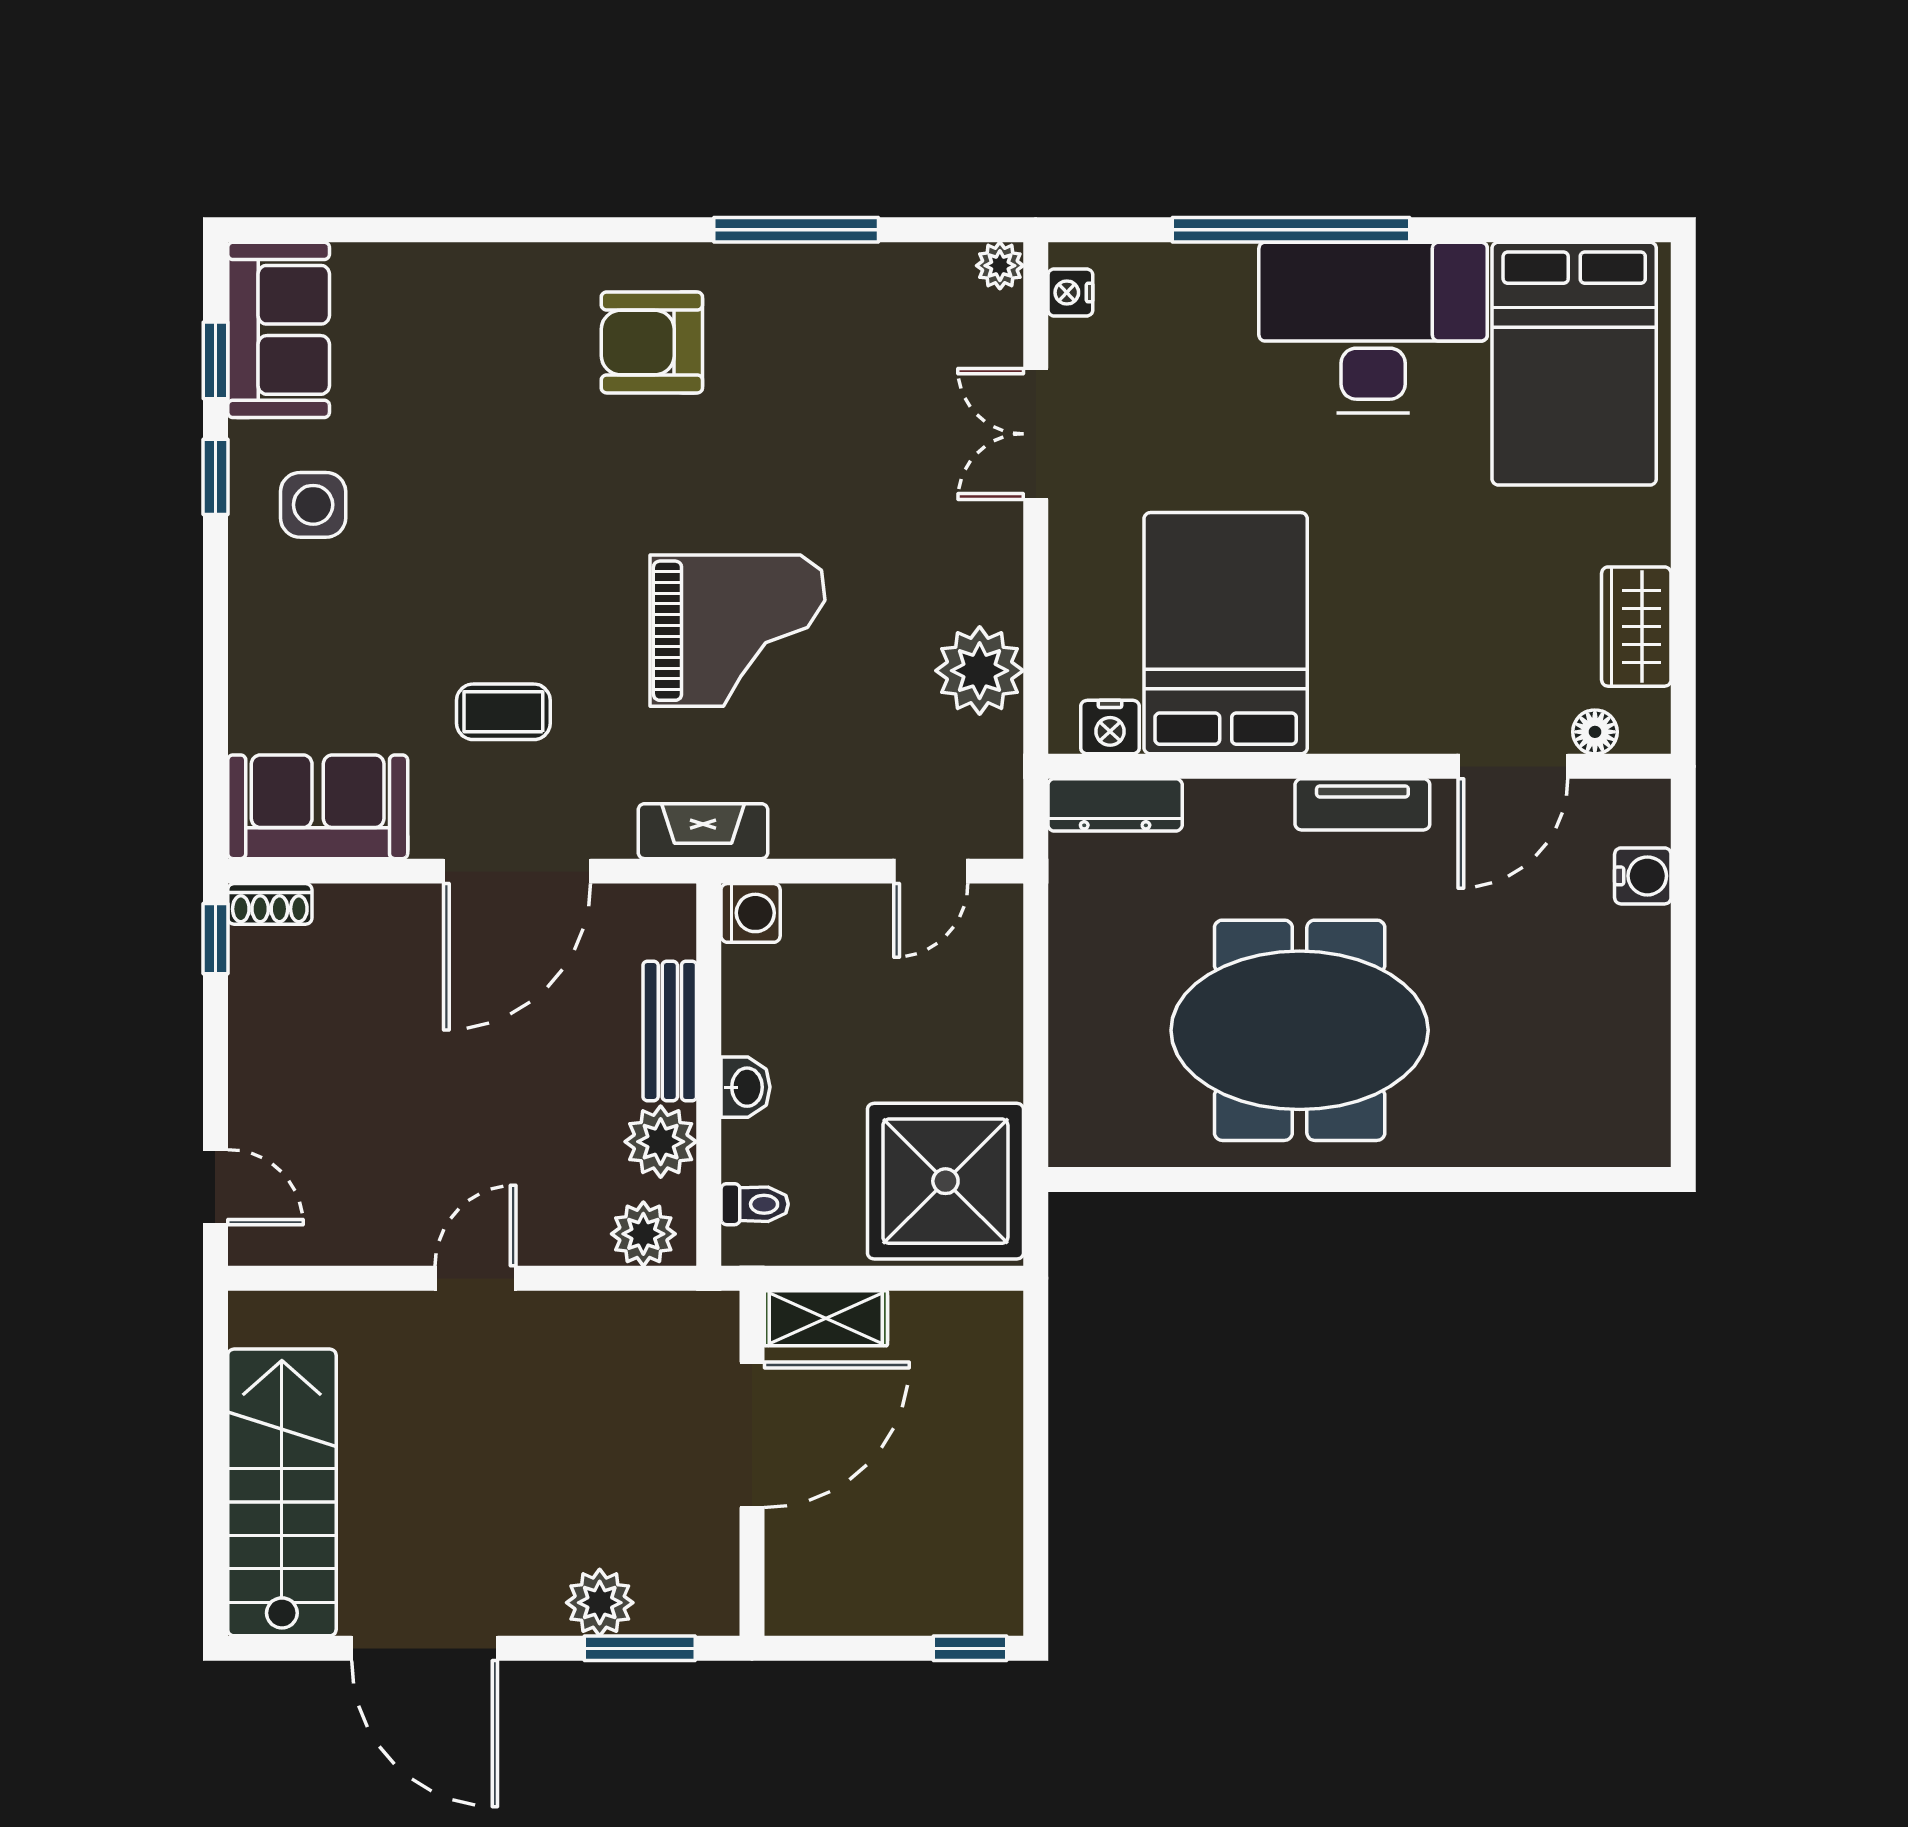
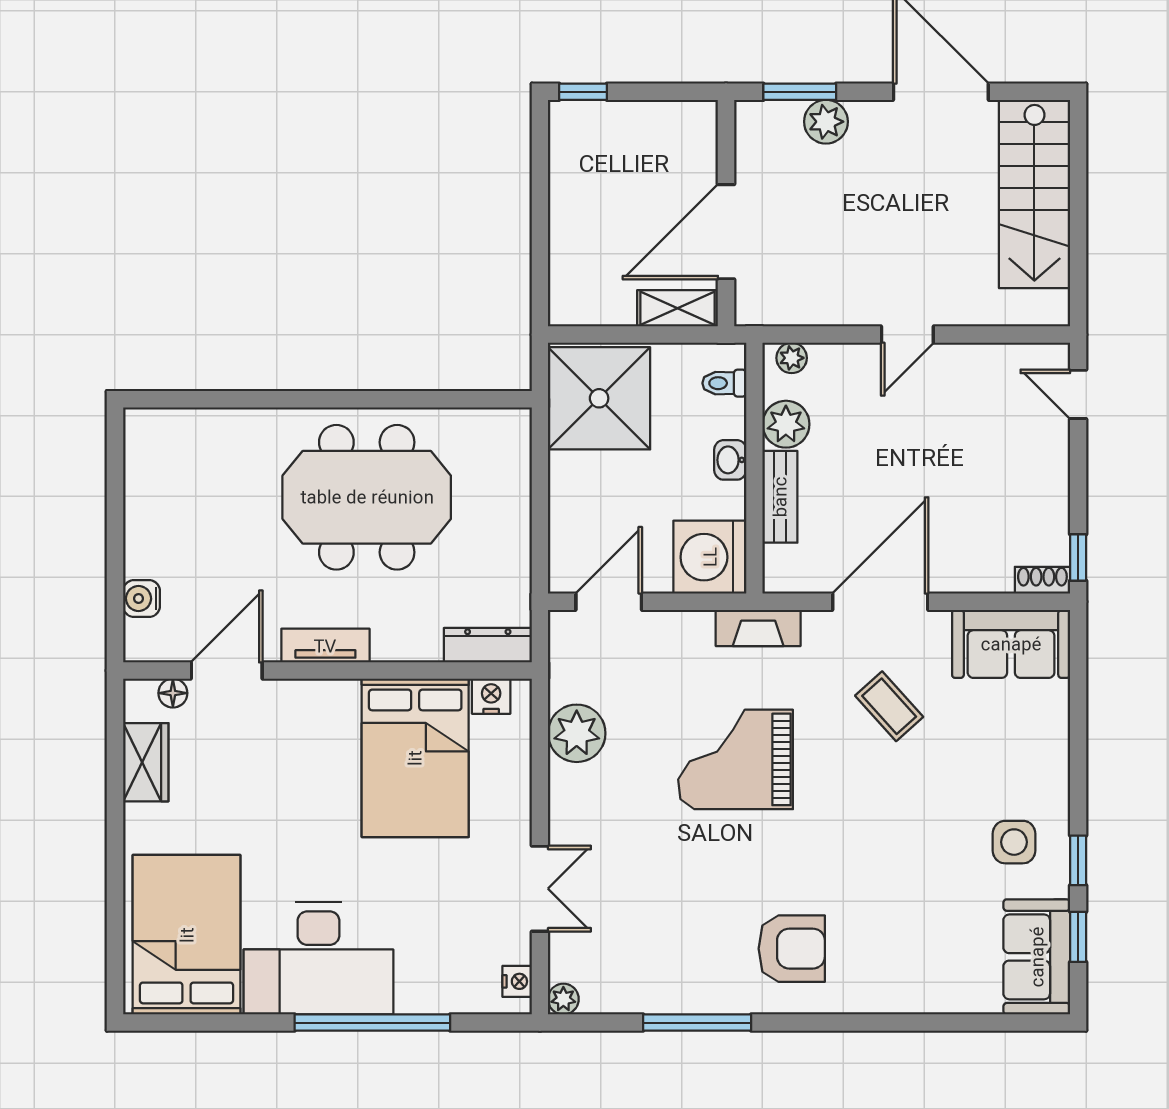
coffee table: (503, 712) -> (889, 706), turned 48
door: (931, 871) -> (609, 602), width x1.38
washing machine: (751, 913) -> (710, 557), width x1.89, depth x1.89
plant: (643, 1234) -> (792, 358), width x0.73, depth x0.73

